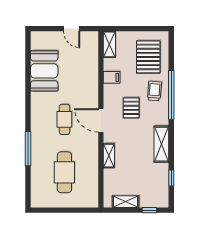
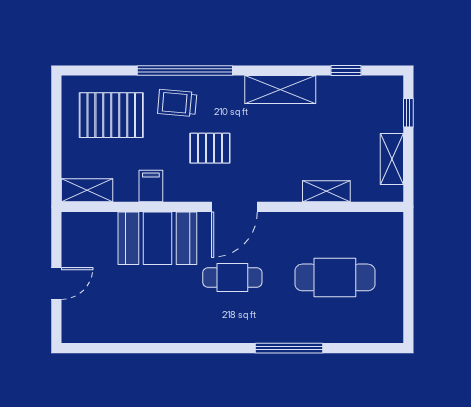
door: (72, 29) -> (56, 283), moved
booth: (44, 71) -> (157, 238), moved
shelving: (109, 156) -> (326, 191), moved

